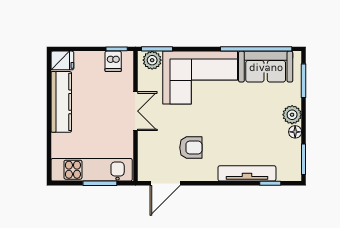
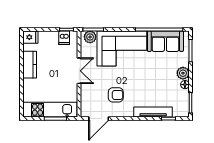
kitchen counter: (61, 102) -> (30, 65), width x0.67

